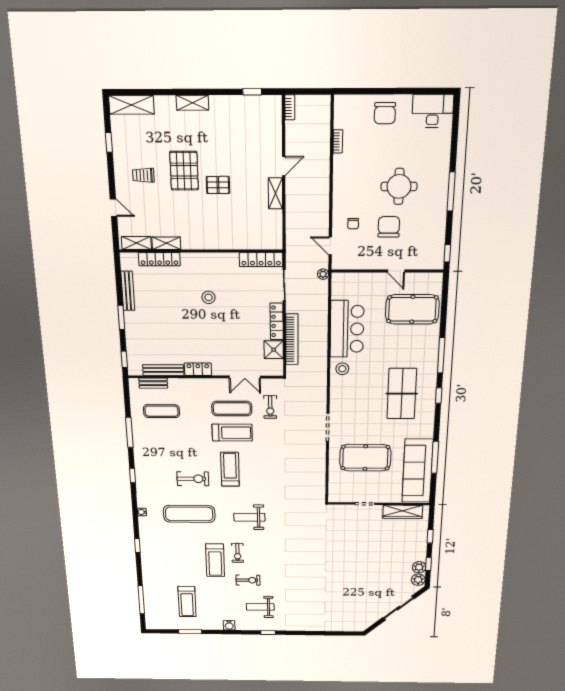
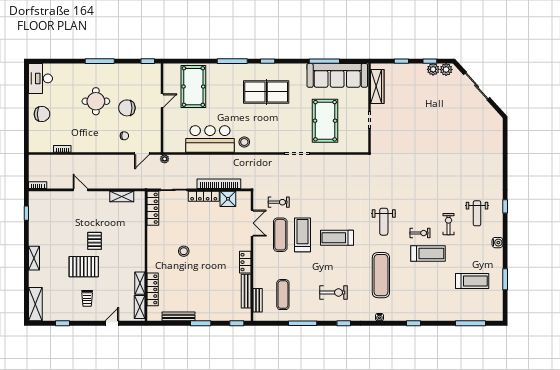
shelving: (275, 193) -> (122, 196), moved
exercise bike: (193, 479) -> (334, 292), moved, turned 90

